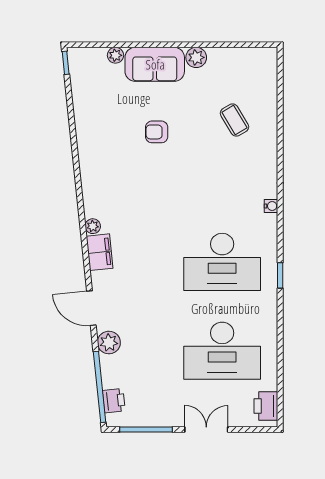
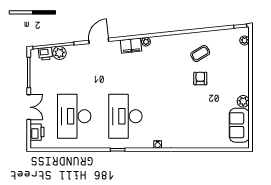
plant: (115, 55) -> (244, 40), moved
sofa: (155, 64) -> (239, 125), moved
coffee table: (234, 120) -> (200, 54), moved
plant: (109, 343) -> (59, 53), moved
printer: (266, 406) -> (37, 132), moved, turned 90

